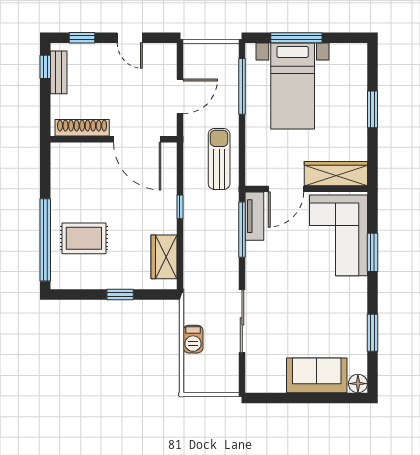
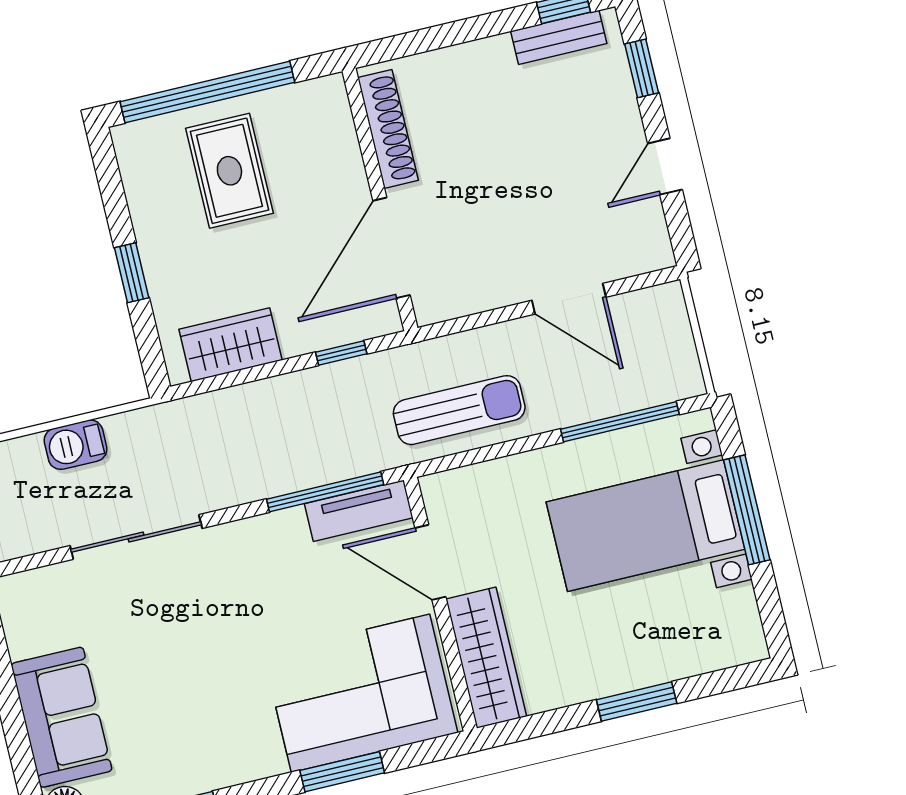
shoe rack: (82, 128) -> (388, 129), moved
wall: (114, 139) -> (380, 200), moved
door: (137, 139) -> (391, 248), moved

